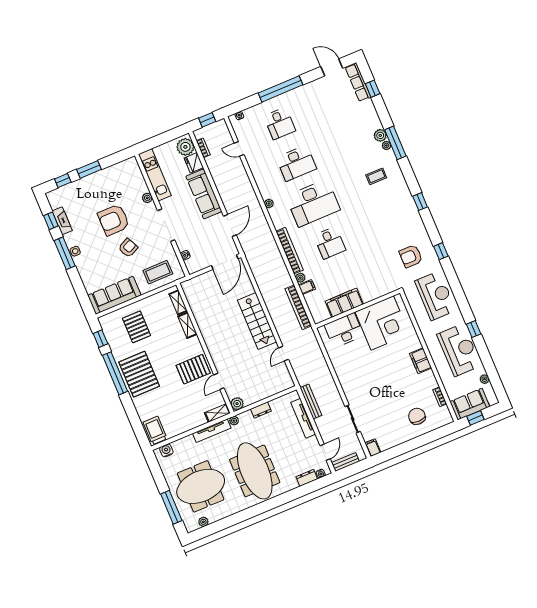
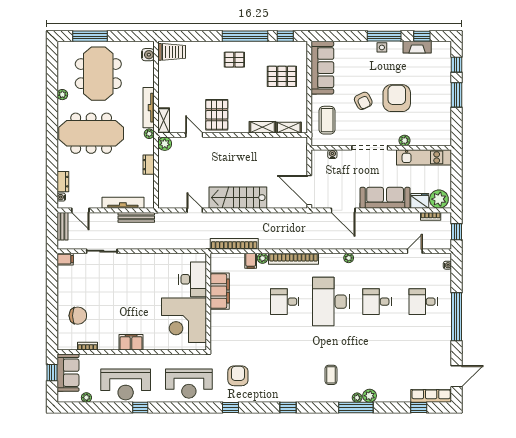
desk: (296, 163) -> (377, 302), width x0.73
pallet: (139, 374) -> (234, 60), width x0.49, depth x0.50
plant: (203, 522) -> (62, 95), moved

